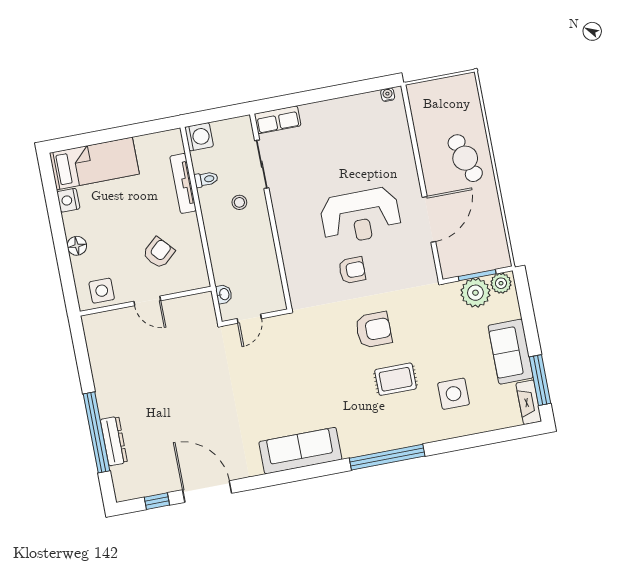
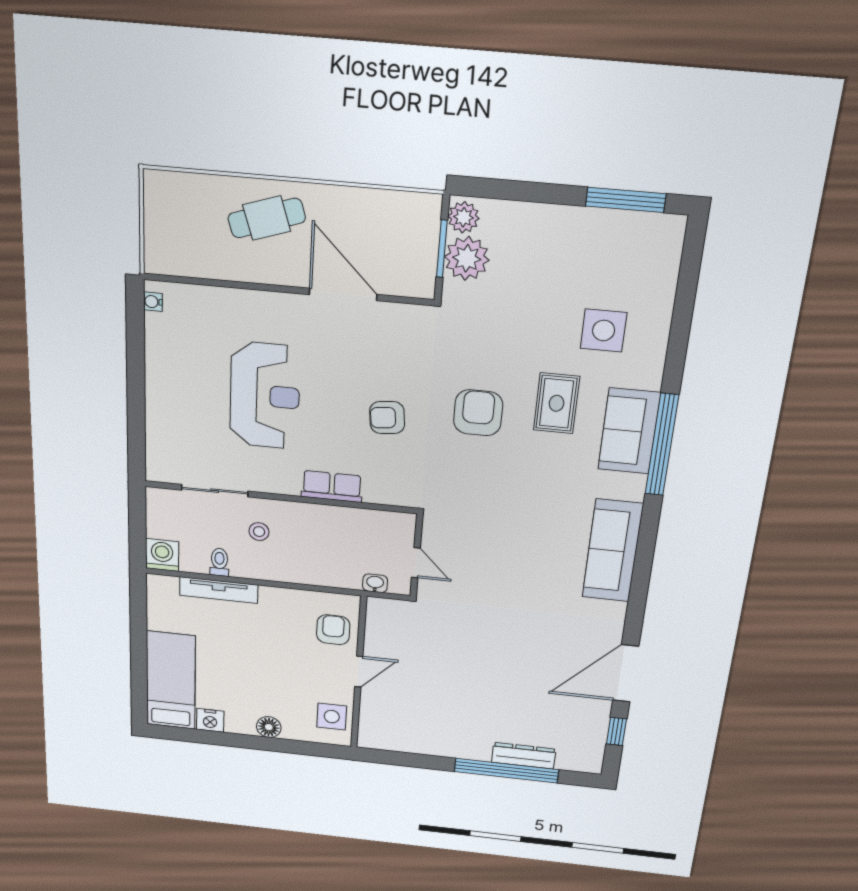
row of seats: (278, 120) -> (332, 486), moved, turned -90
reception desk: (360, 216) -> (265, 396), moved
armchair: (159, 253) -> (333, 630), moved, turned 42
armchair: (352, 270) -> (387, 418), turned -96
sofa: (511, 352) -> (629, 431), moved, turned 90
fireplace: (529, 402) -> (653, 226), removed

